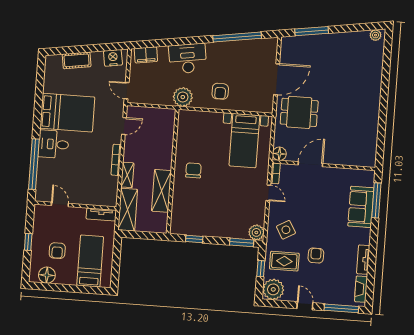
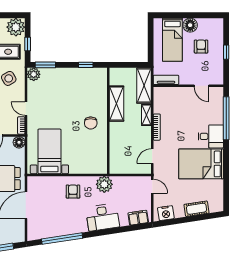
floor lamp: (47, 275) -> (190, 25), moved

